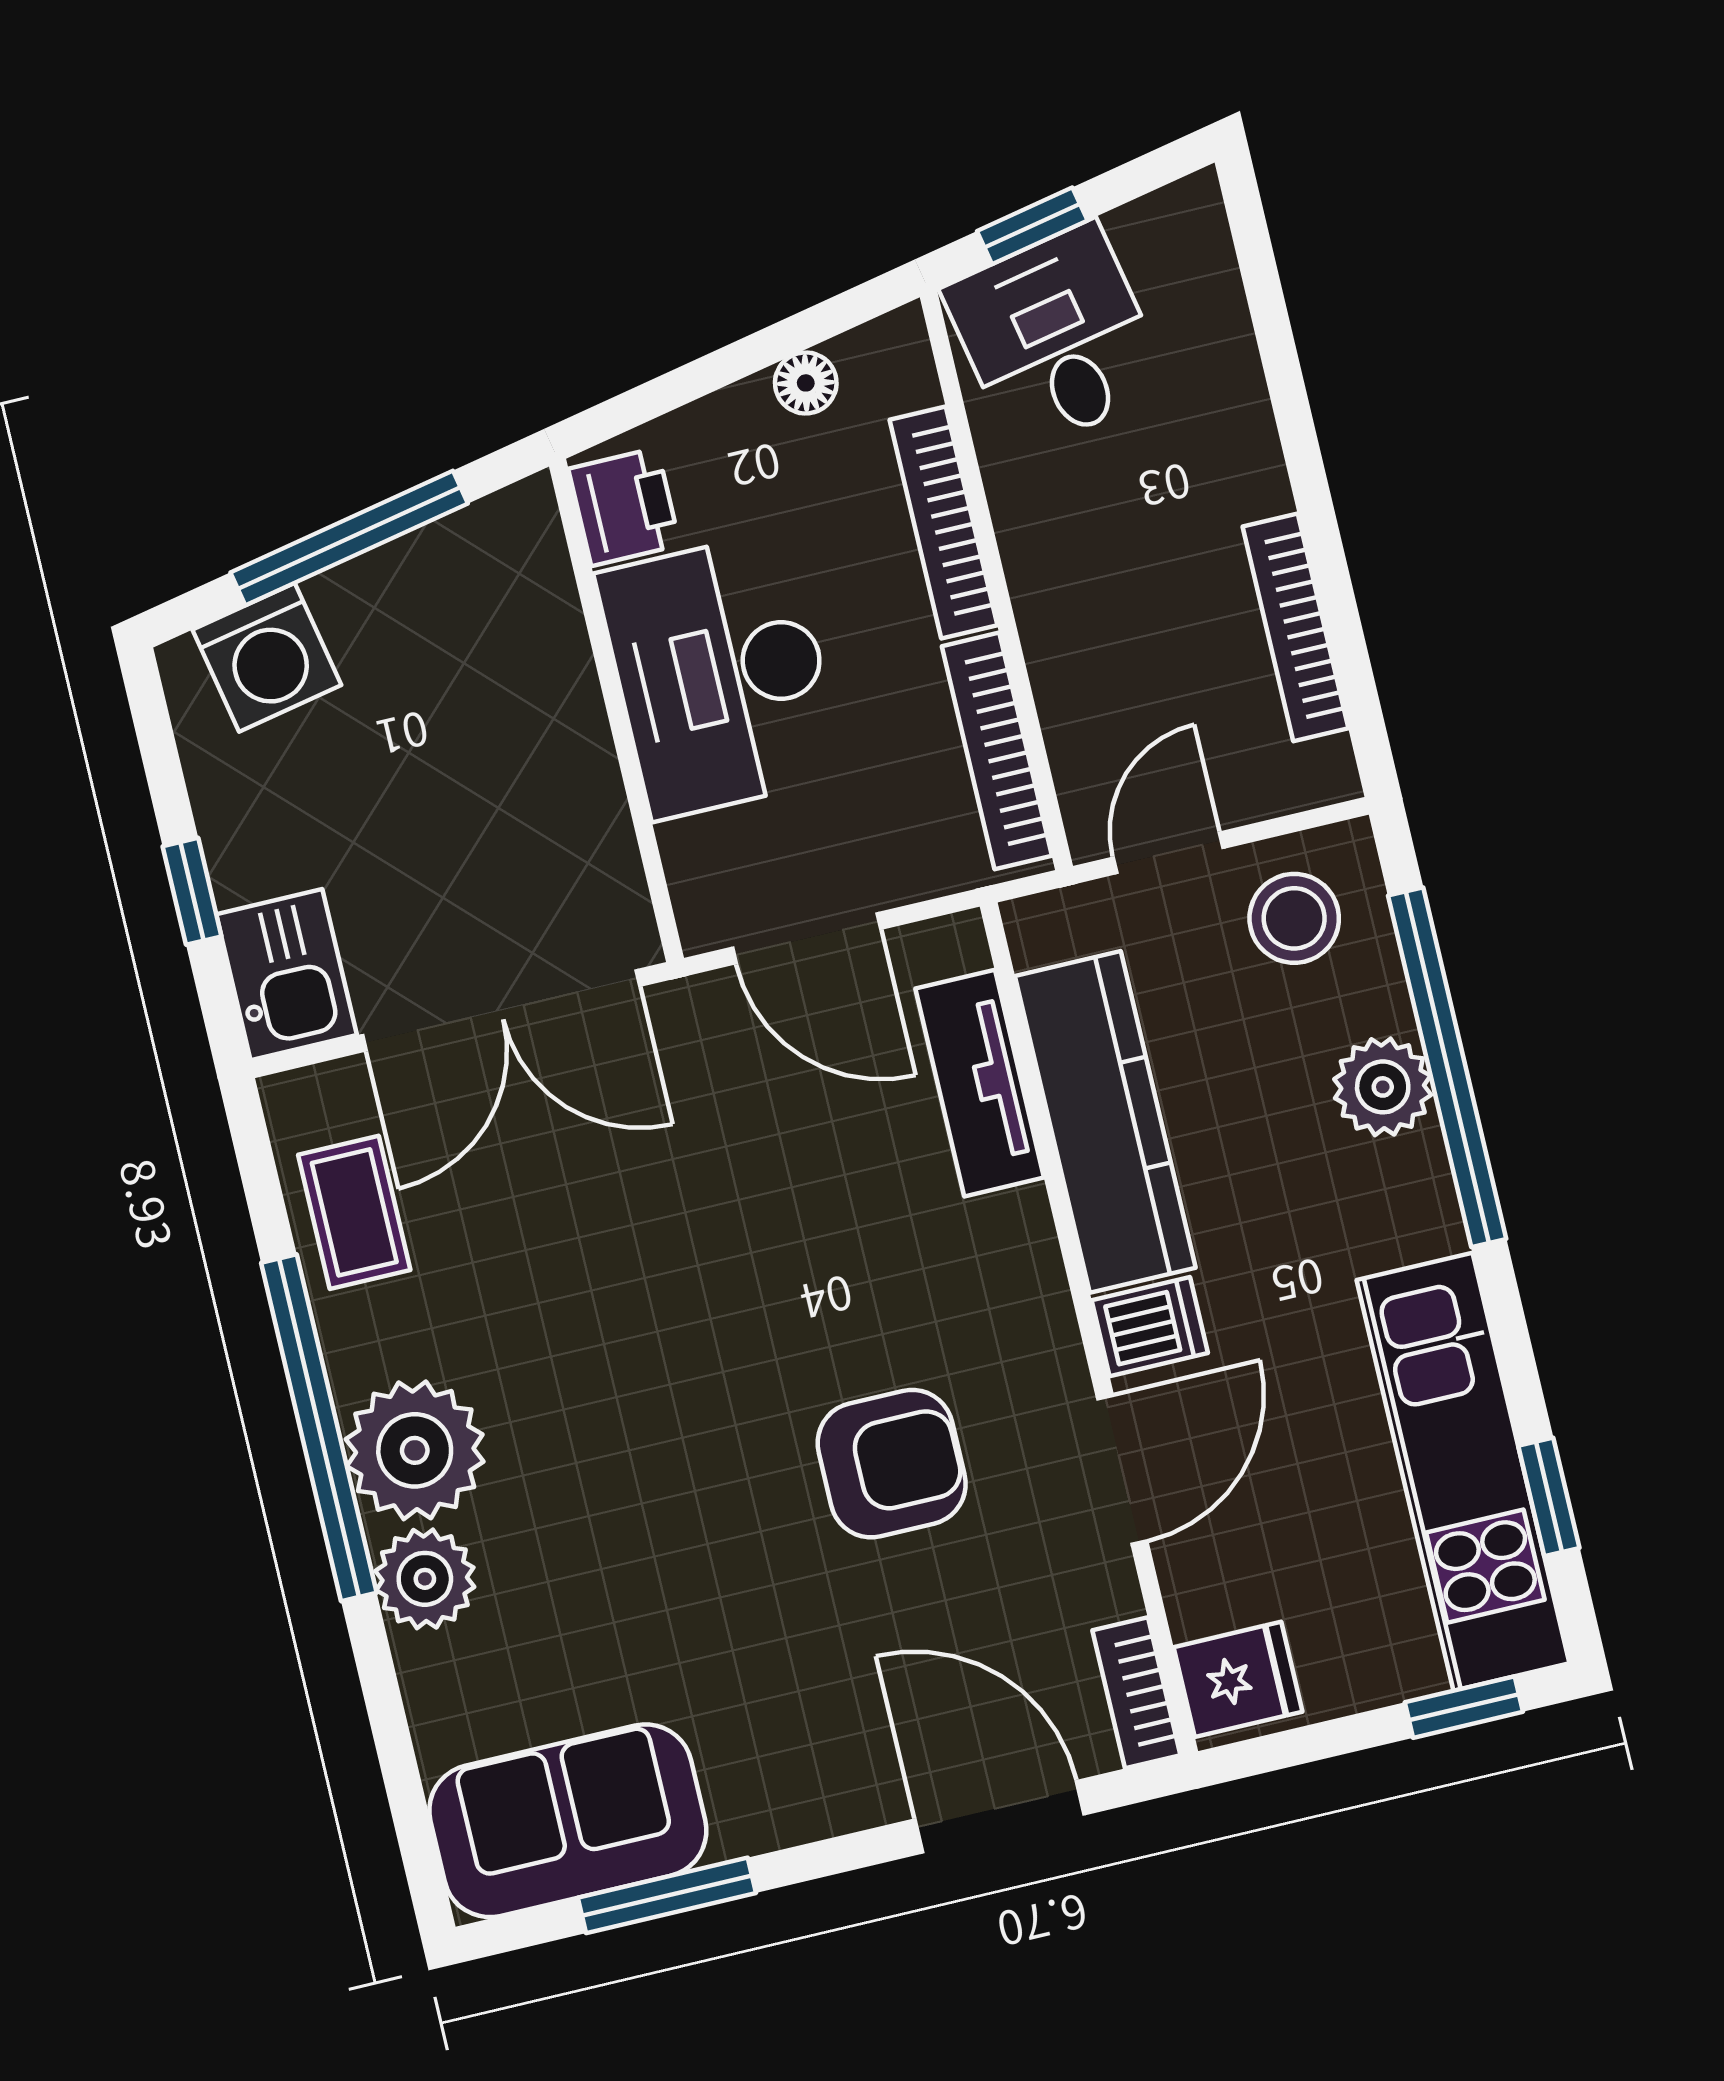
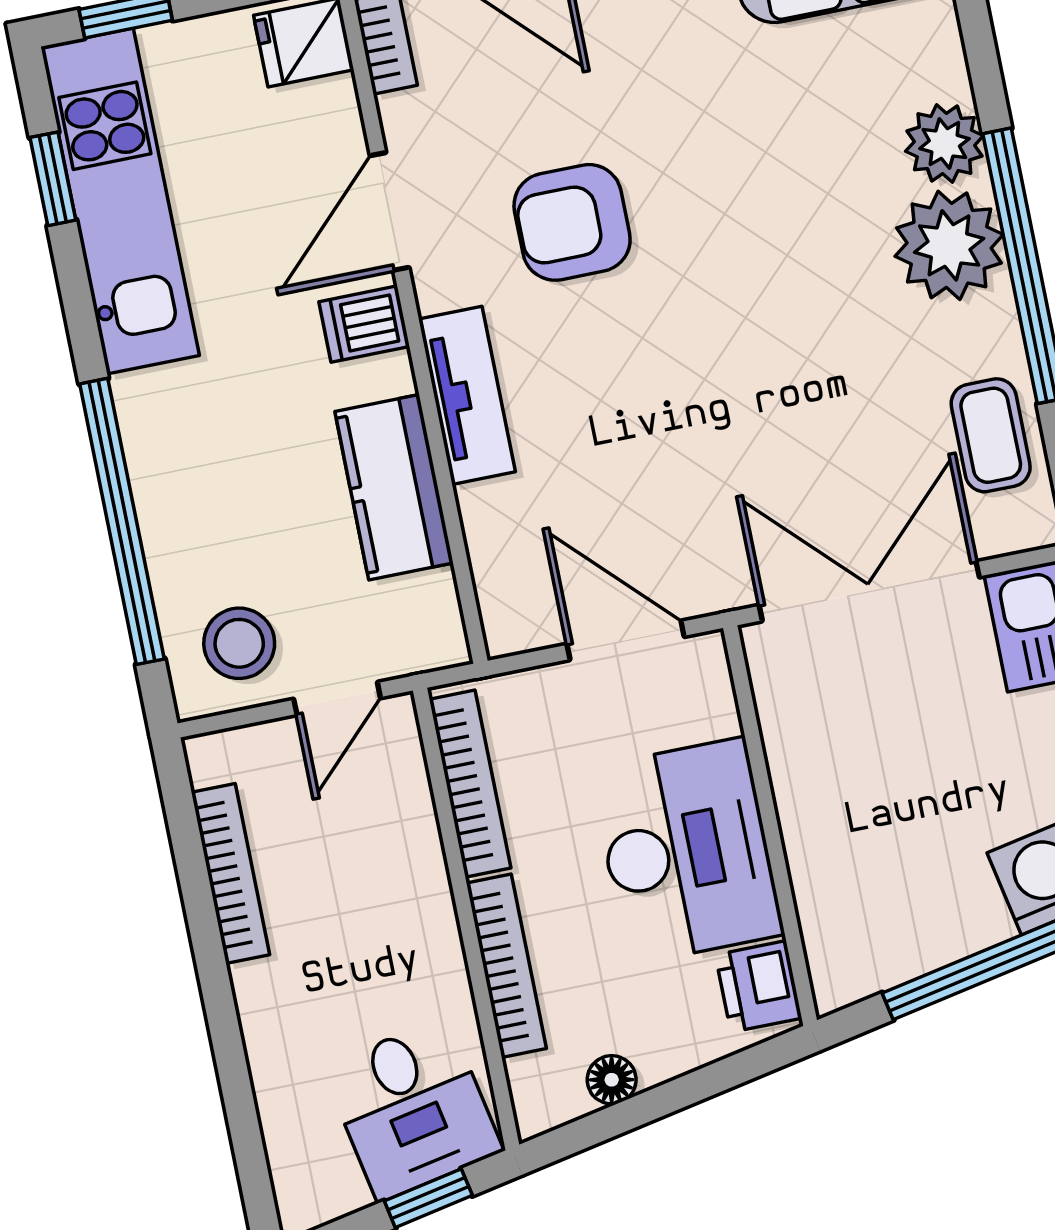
tv unit: (980, 1083) -> (467, 395), moved
plant: (1383, 1087) -> (174, 508), removed
kitchen counter: (1105, 1122) -> (394, 487), width x0.67

